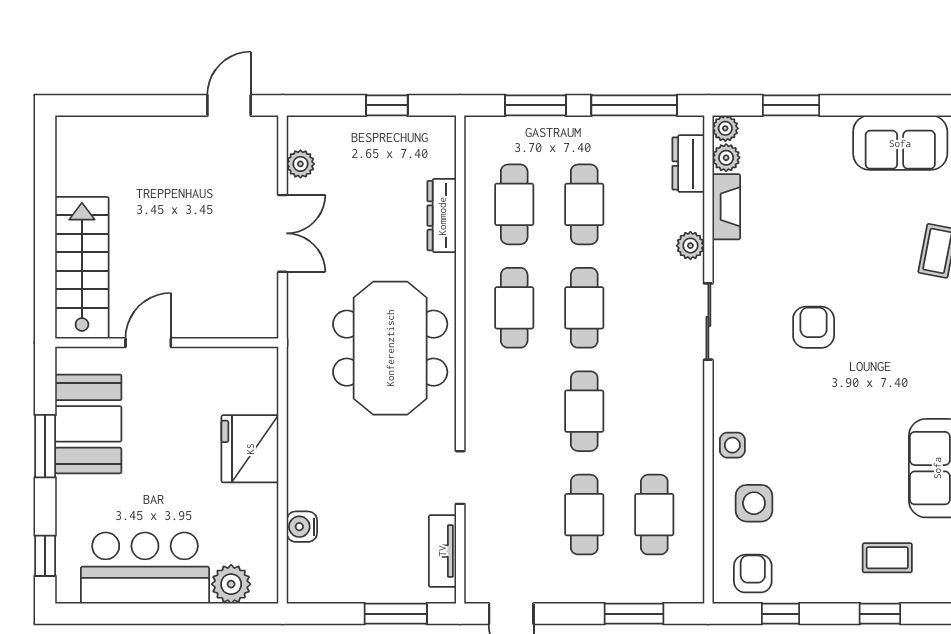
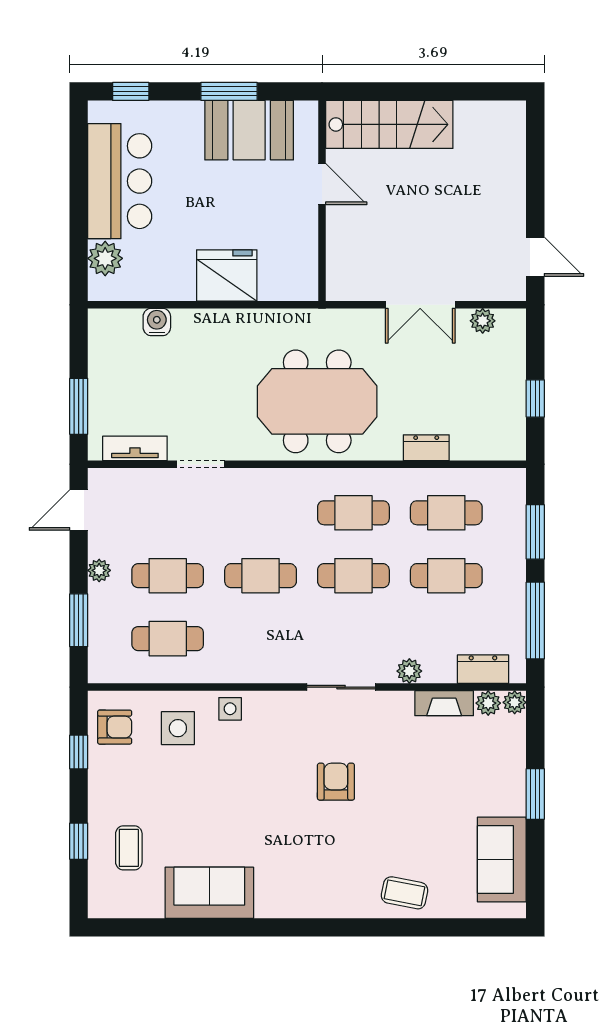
window: (791, 105) -> (535, 794), moved
dresser: (442, 216) -> (426, 448), width x0.70
armchair: (814, 327) -> (336, 782), turned -90
plant: (578, 591) -> (99, 570), added

